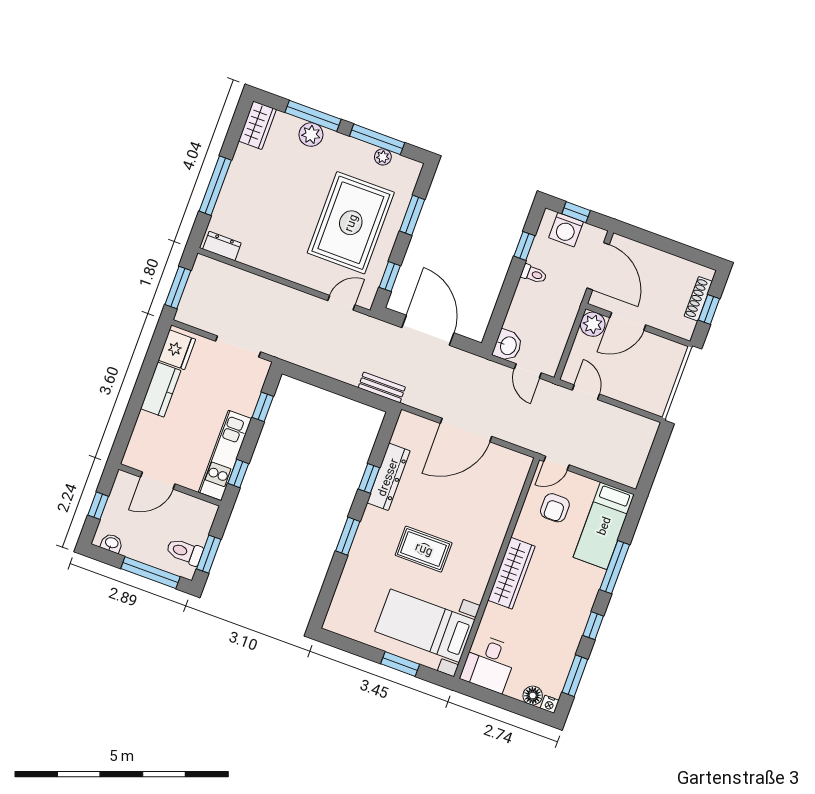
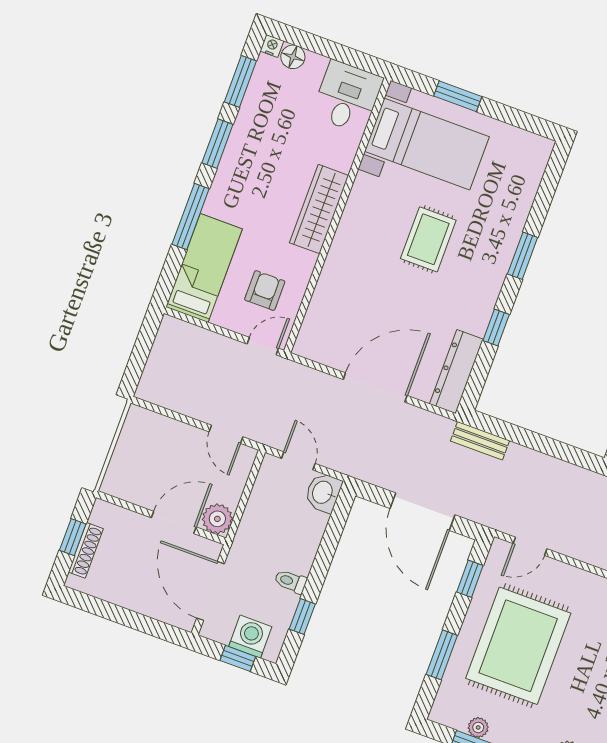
dresser: (388, 477) -> (456, 372), moved
rug: (424, 549) -> (428, 239), turned 90
window: (593, 626) -> (217, 144), width x1.50

